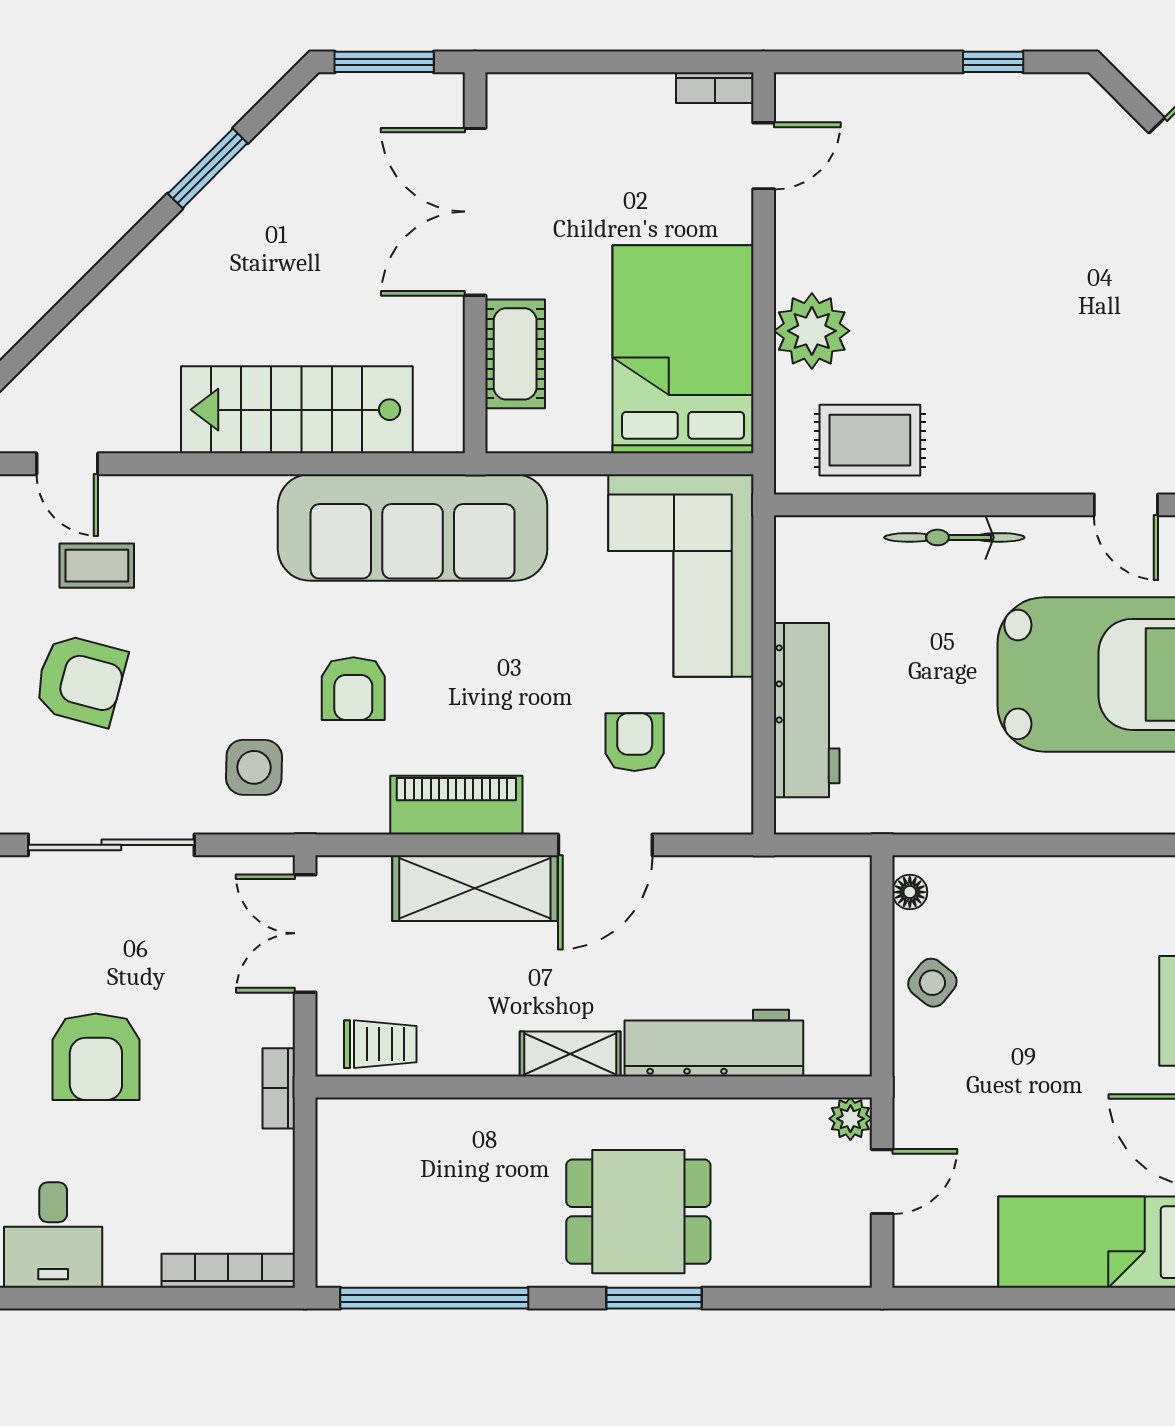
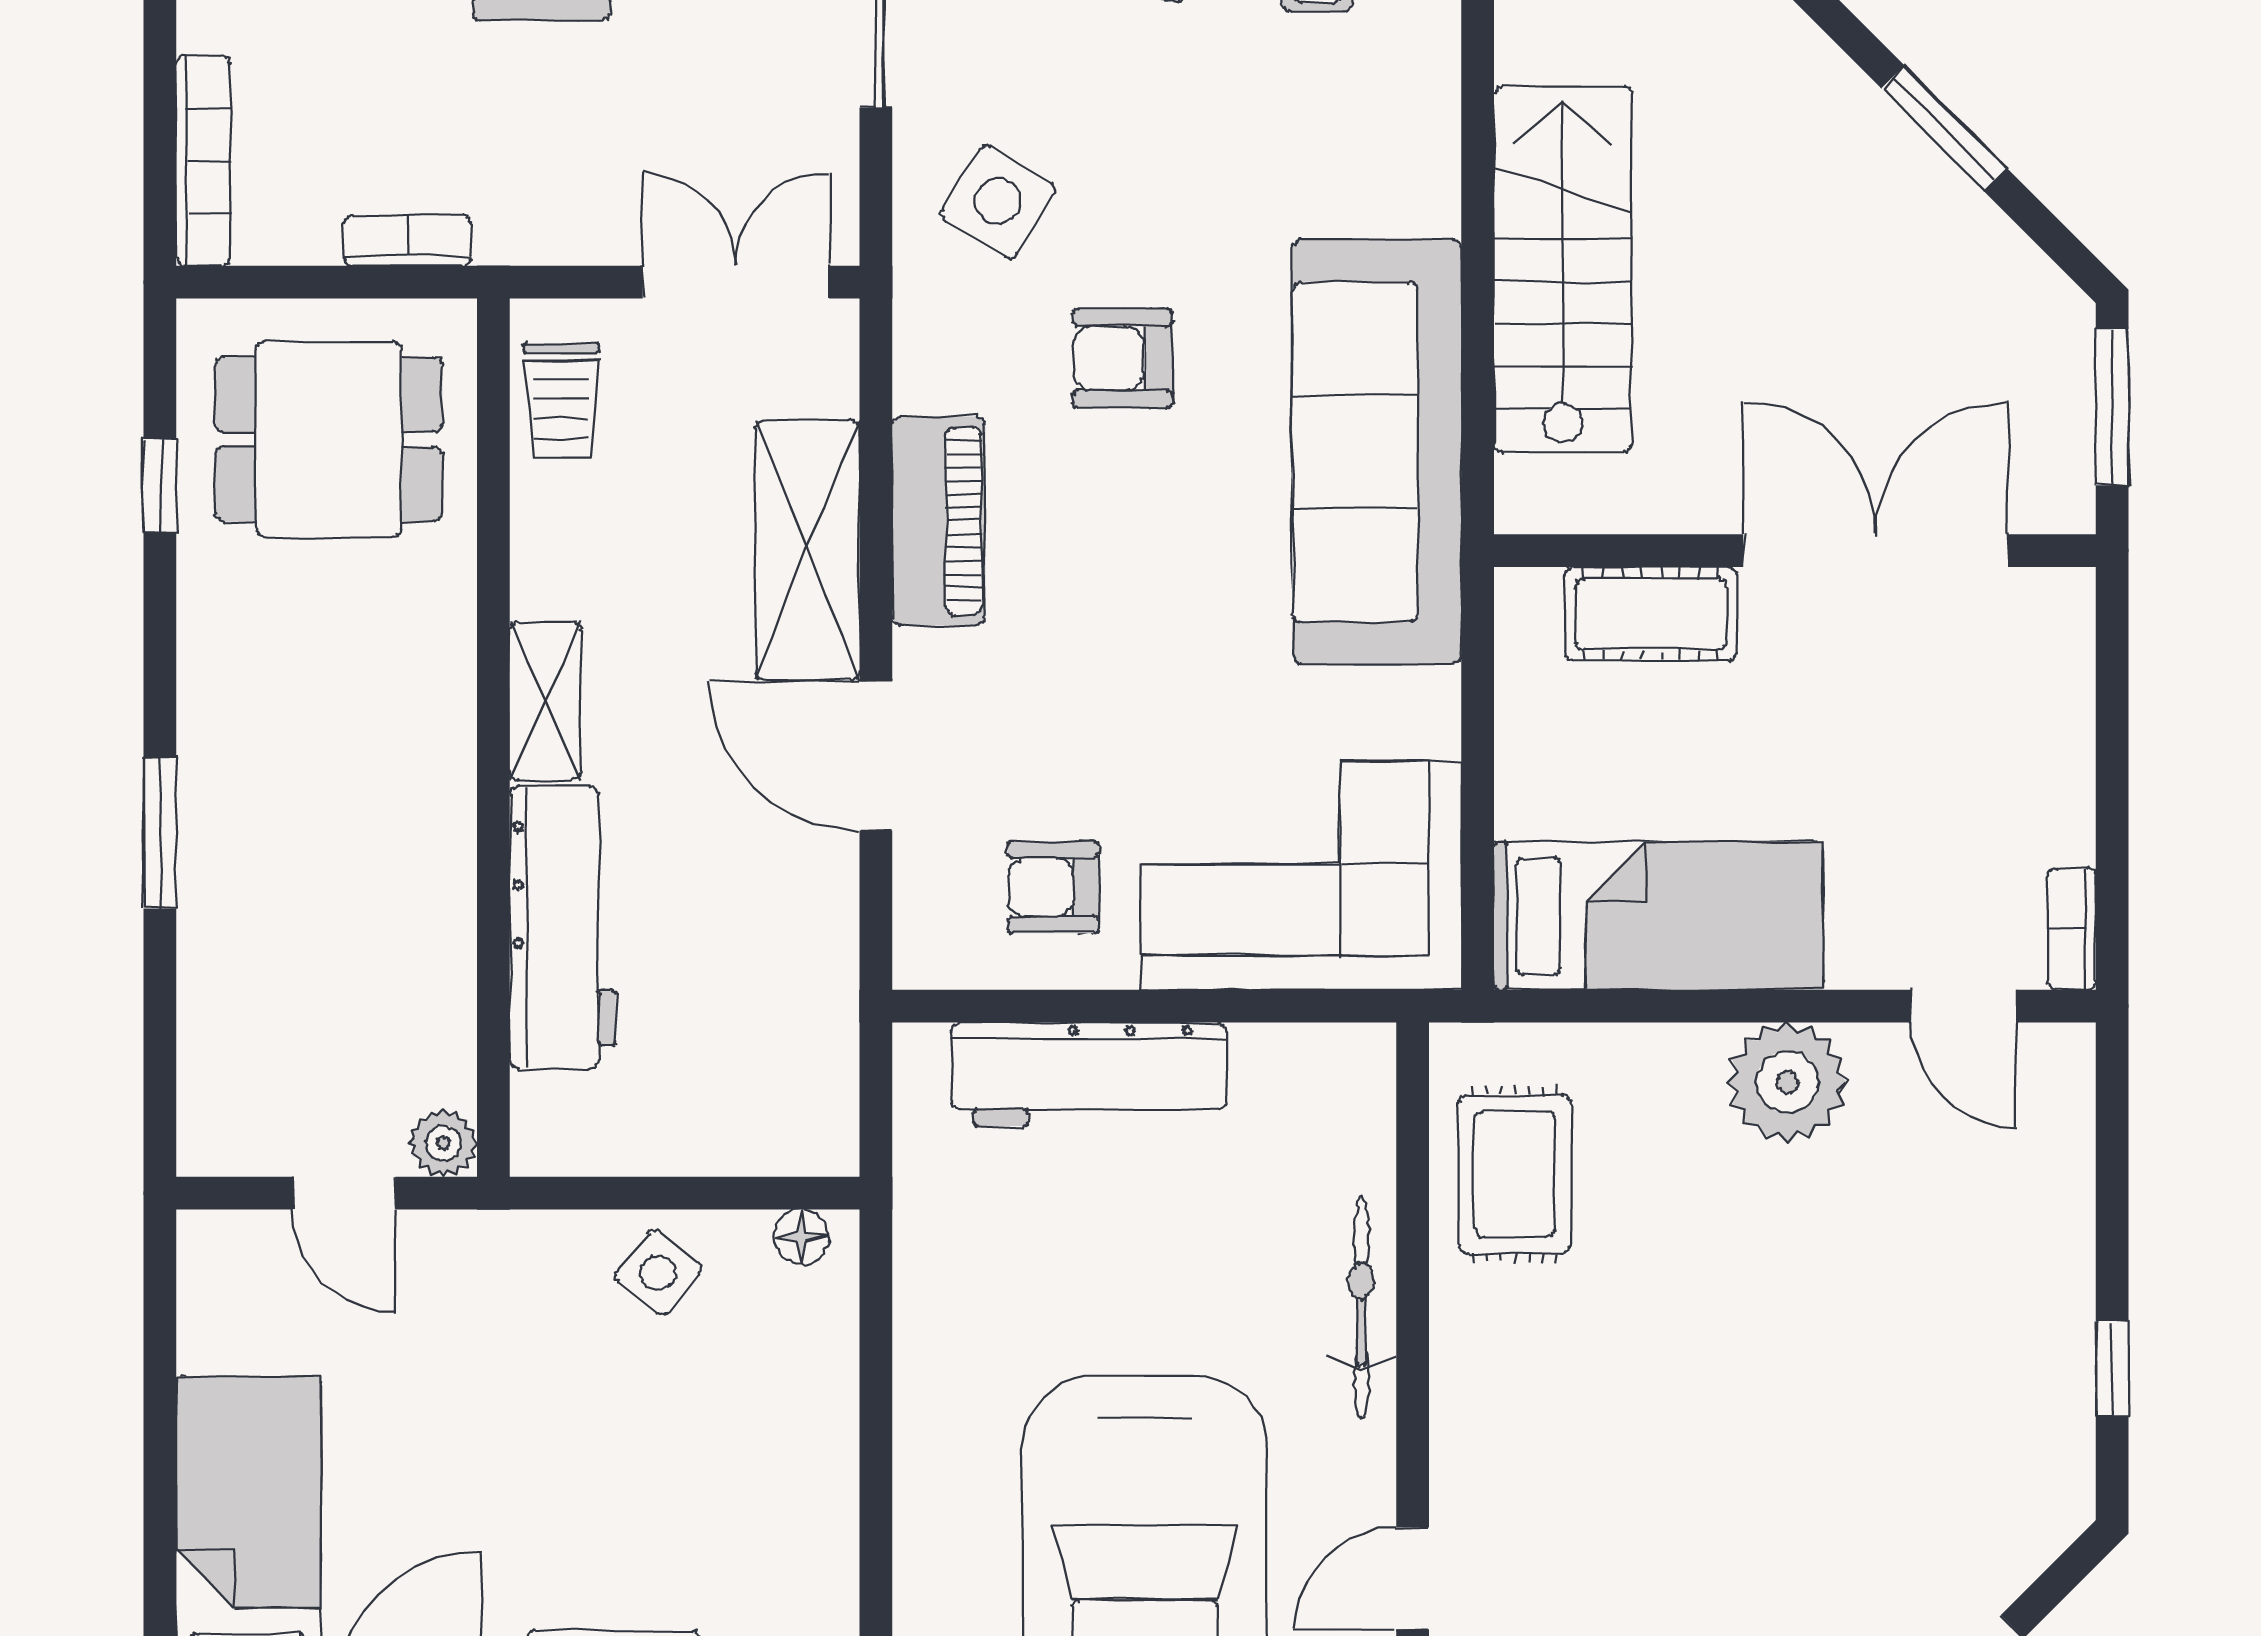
plant: (812, 331) -> (1787, 1082), moved
bed: (683, 349) -> (1658, 916), width x0.67
armchair: (635, 742) -> (1053, 887), moved, turned 180
side table: (254, 767) -> (998, 201), turned 30
bookcase: (279, 1088) -> (408, 241), moved
dining table: (638, 1212) -> (329, 439), moved, turned 90
window: (434, 1298) -> (160, 486), width x0.32

